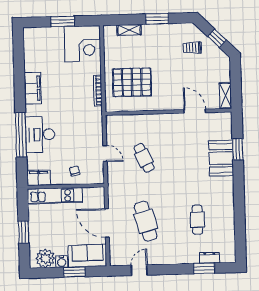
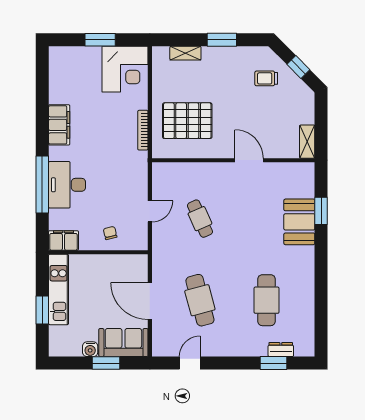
door: (195, 111) -> (249, 160), moved
door: (105, 153) -> (150, 211), hinge flipped
kitchen unit: (55, 196) -> (59, 289), moved, turned -90
cafe table: (197, 220) -> (267, 300), width x1.37, depth x1.35
plant: (45, 258) -> (69, 345), removed

